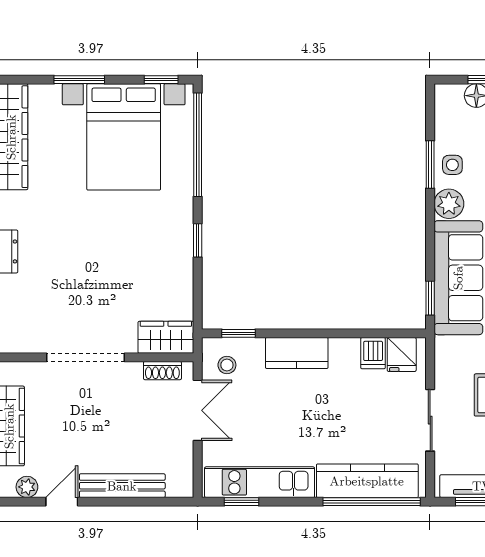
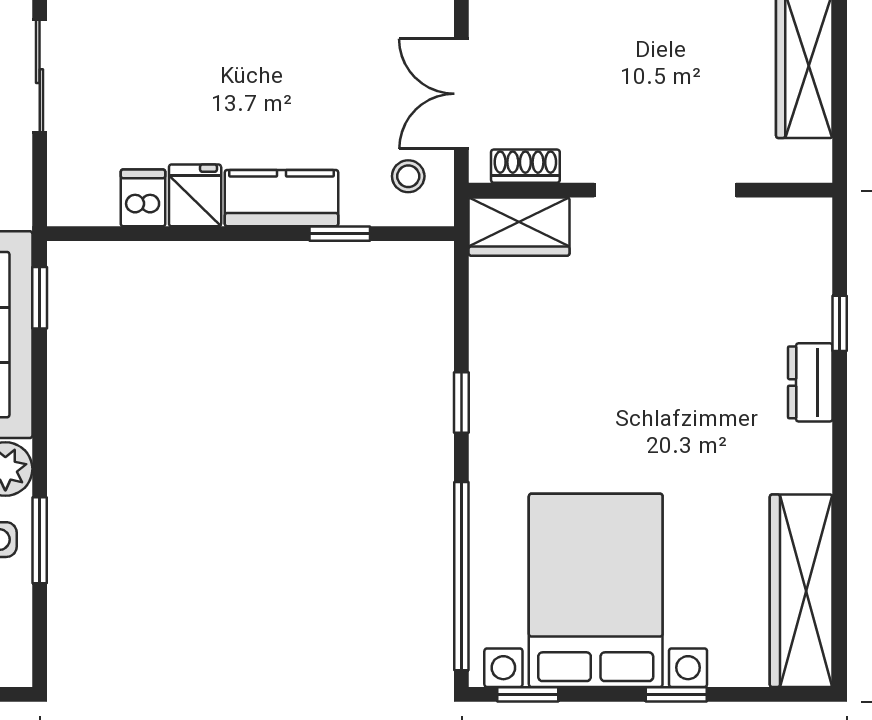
window: (79, 80) -> (676, 694), width x0.67
window: (238, 333) -> (340, 234), moved
fridge: (402, 354) -> (195, 195), moved

